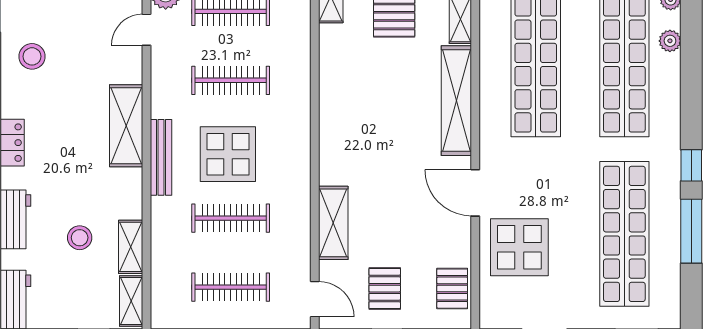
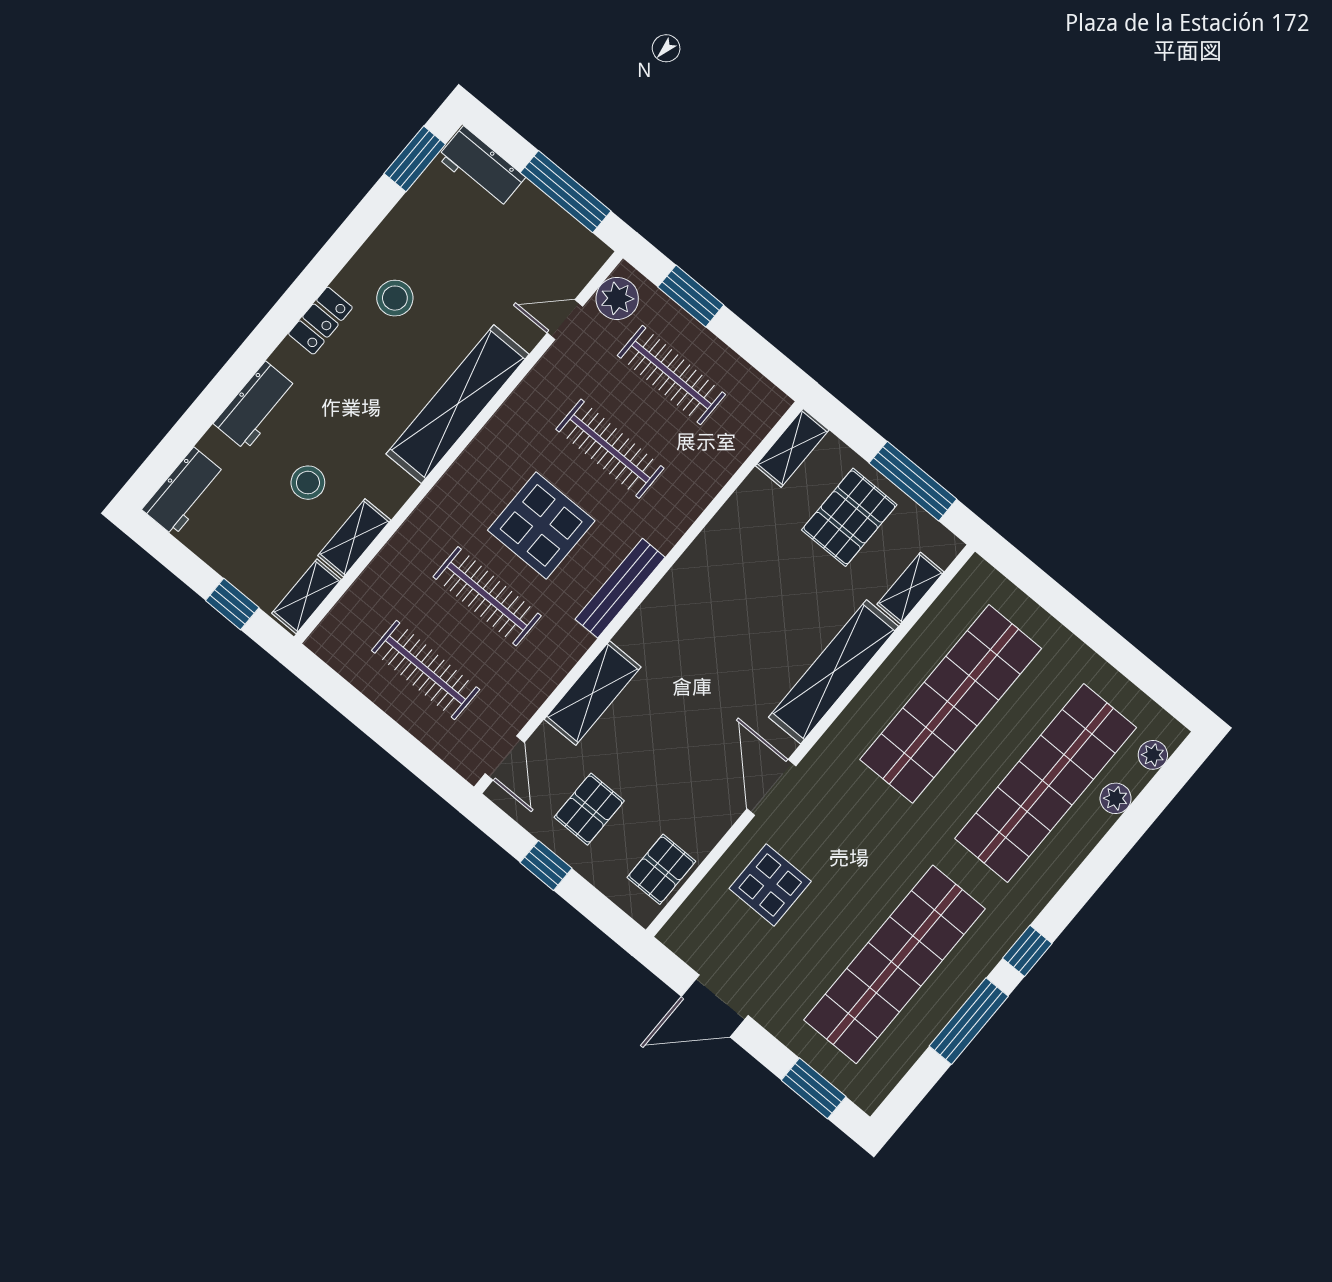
stool: (32, 56) -> (395, 298), moved
shelving: (126, 126) -> (458, 404), width x1.47
bench: (161, 157) -> (620, 588), moved
display table: (519, 247) -> (770, 885), width x0.73, depth x0.73

